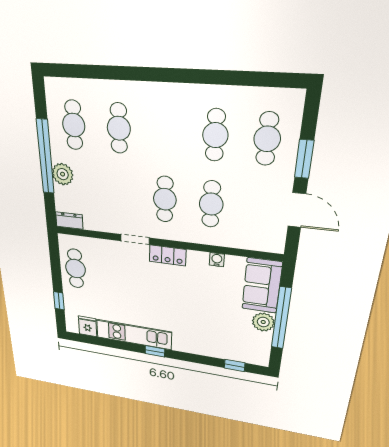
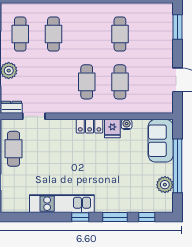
cafe table: (267, 139) -> (153, 34), removed
window: (304, 159) -> (177, 27), moved
doorway: (135, 239) -> (34, 116), moved
plant: (263, 322) -> (165, 185), moved
fridge: (88, 326) -> (112, 128), moved, turned 180
window: (196, 359) -> (115, 217), added

